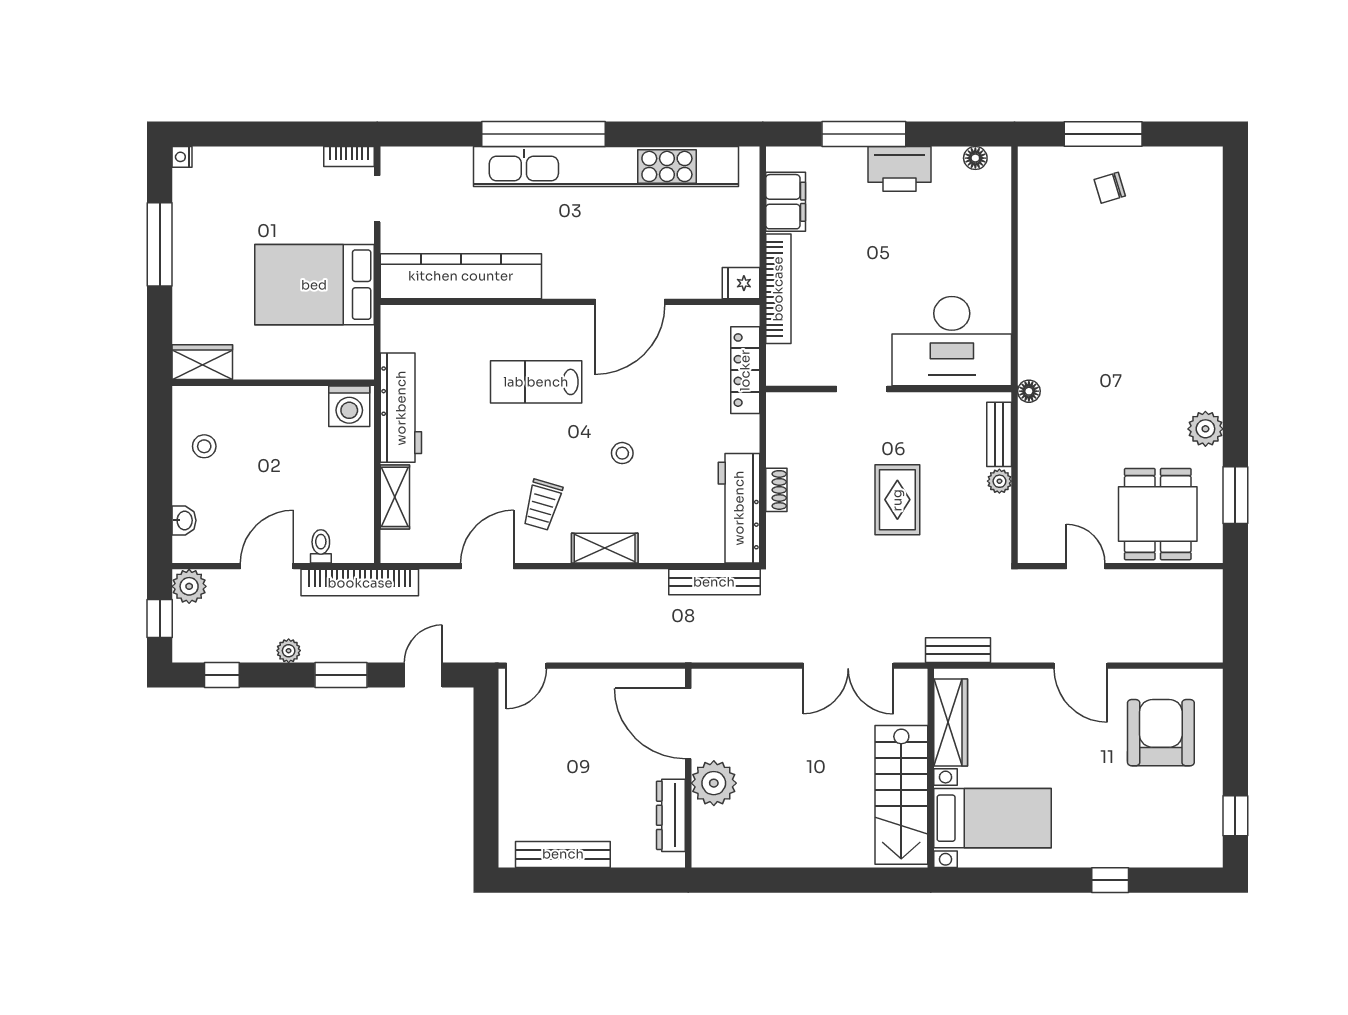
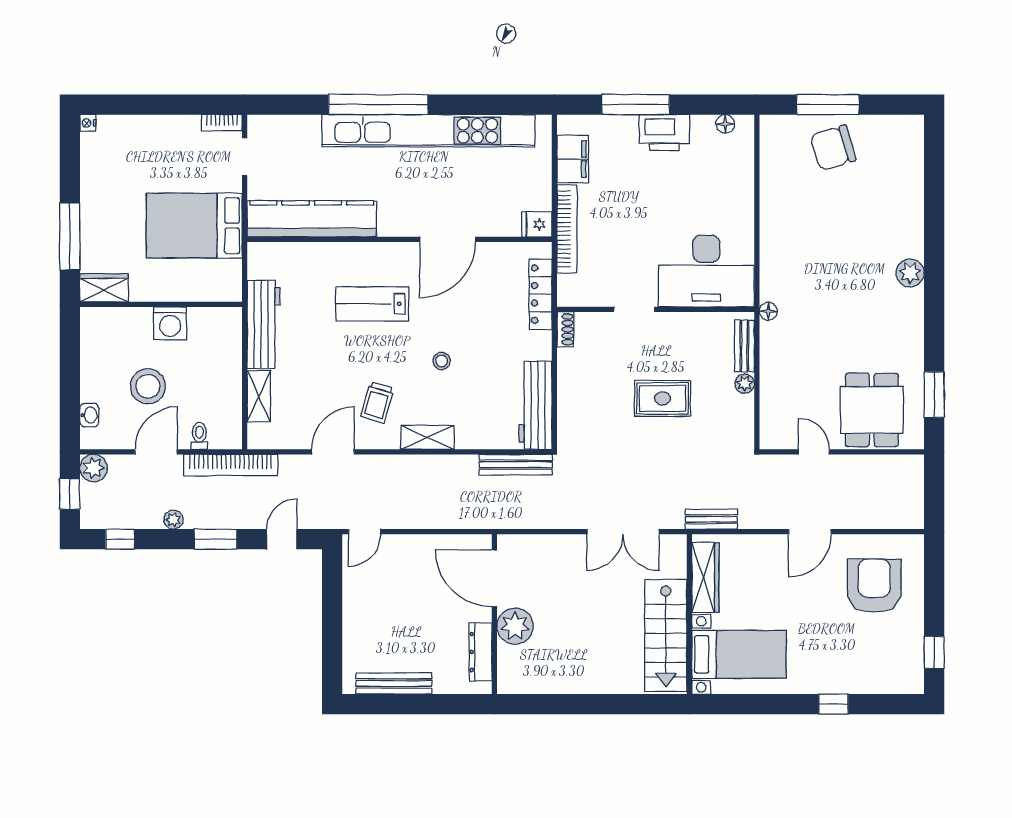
chair: (1110, 188) -> (833, 148), width x1.87, depth x1.87
window: (160, 244) -> (70, 236), moved
washing machine: (349, 406) -> (170, 323), moved
plant: (1205, 429) -> (910, 273), moved
stool: (204, 446) -> (148, 386), moved, width x1.89, depth x1.89
shoe rack: (776, 490) -> (565, 329), moved
rug: (897, 500) -> (663, 398), turned 90
door: (1081, 666) -> (810, 532), hinge flipped

